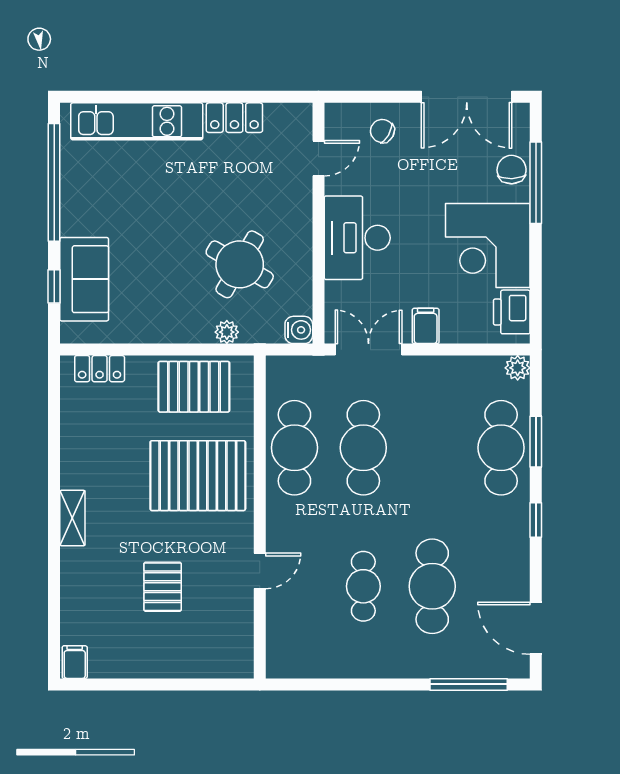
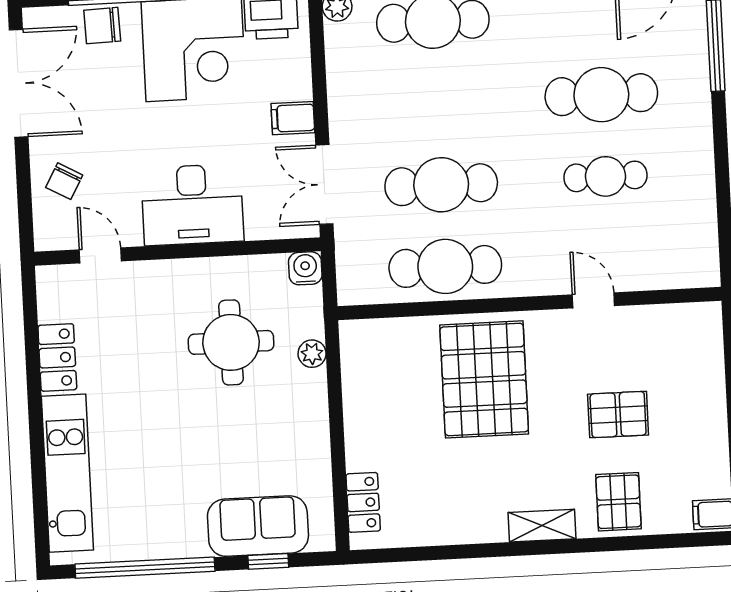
round table: (240, 264) -> (231, 342), turned -30
pallet: (194, 387) -> (618, 502), moved, width x0.67, depth x0.71

